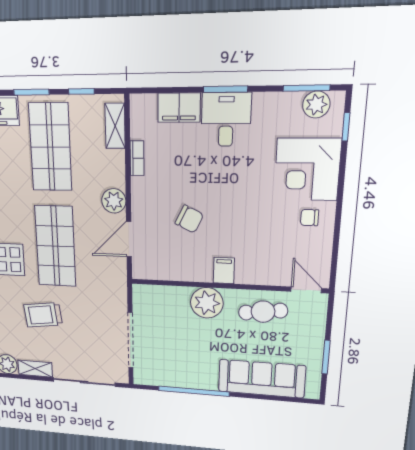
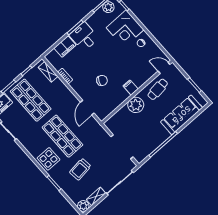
plant: (114, 201) -> (70, 99), removed

